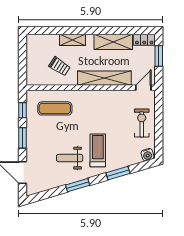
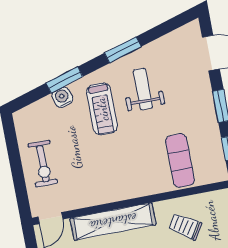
exercise mat: (55, 108) -> (180, 161), turned 90
water cooler: (147, 155) -> (62, 97), moved
weight bench: (70, 158) -> (143, 89), turned -90

